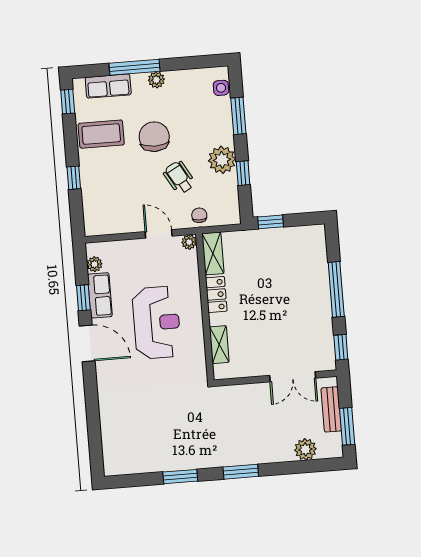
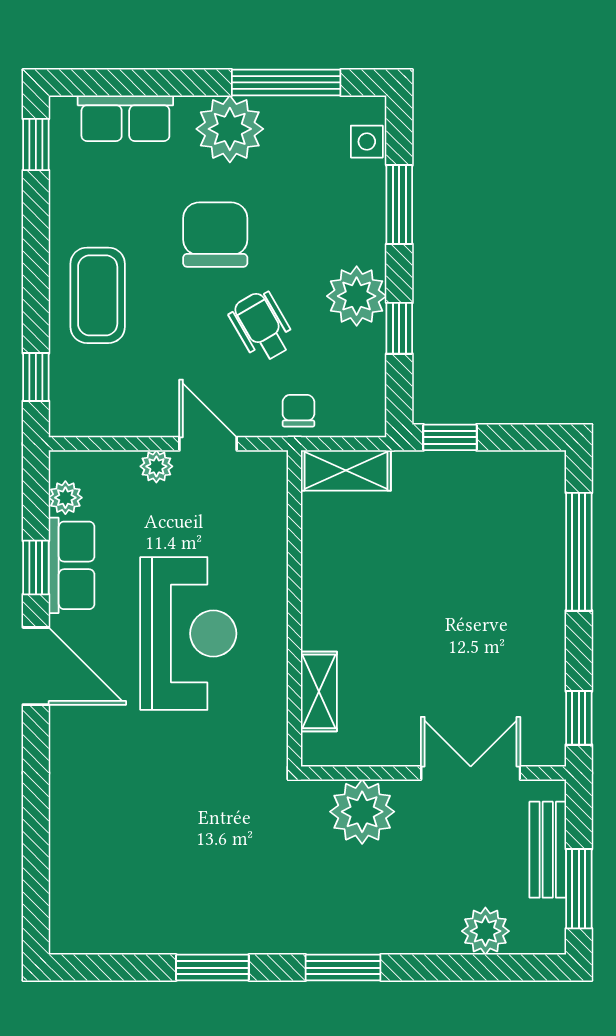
window: (134, 67) -> (286, 82), moved
plant: (156, 80) -> (230, 129), width x1.88, depth x1.88
coffee table: (101, 134) -> (98, 295), moved, turned 90
window: (74, 178) -> (36, 377), moved
plant: (189, 242) -> (156, 466), moved
shelving: (213, 253) -> (346, 470), moved, turned 90
window: (336, 289) -> (579, 552), moved
locker: (216, 294) -> (321, 584), removed
double door: (293, 377) -> (471, 773), swing flipped
plant: (244, 399) -> (362, 812), added

